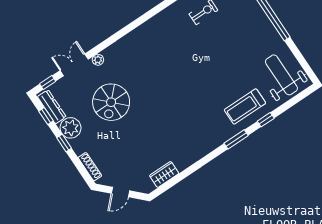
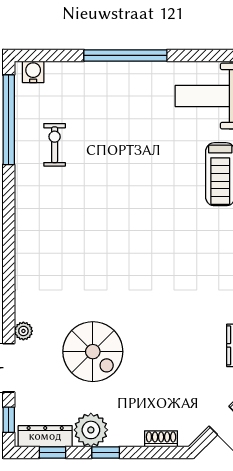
shoe rack: (90, 167) -> (161, 439), width x0.70

